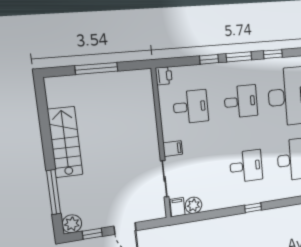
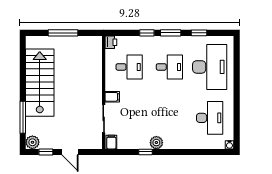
stairs: (65, 142) -> (40, 83), width x1.36, depth x1.51
desk: (246, 166) -> (169, 118), removed
plant: (193, 205) -> (156, 143), moved
window: (253, 208) -> (145, 152), moved

